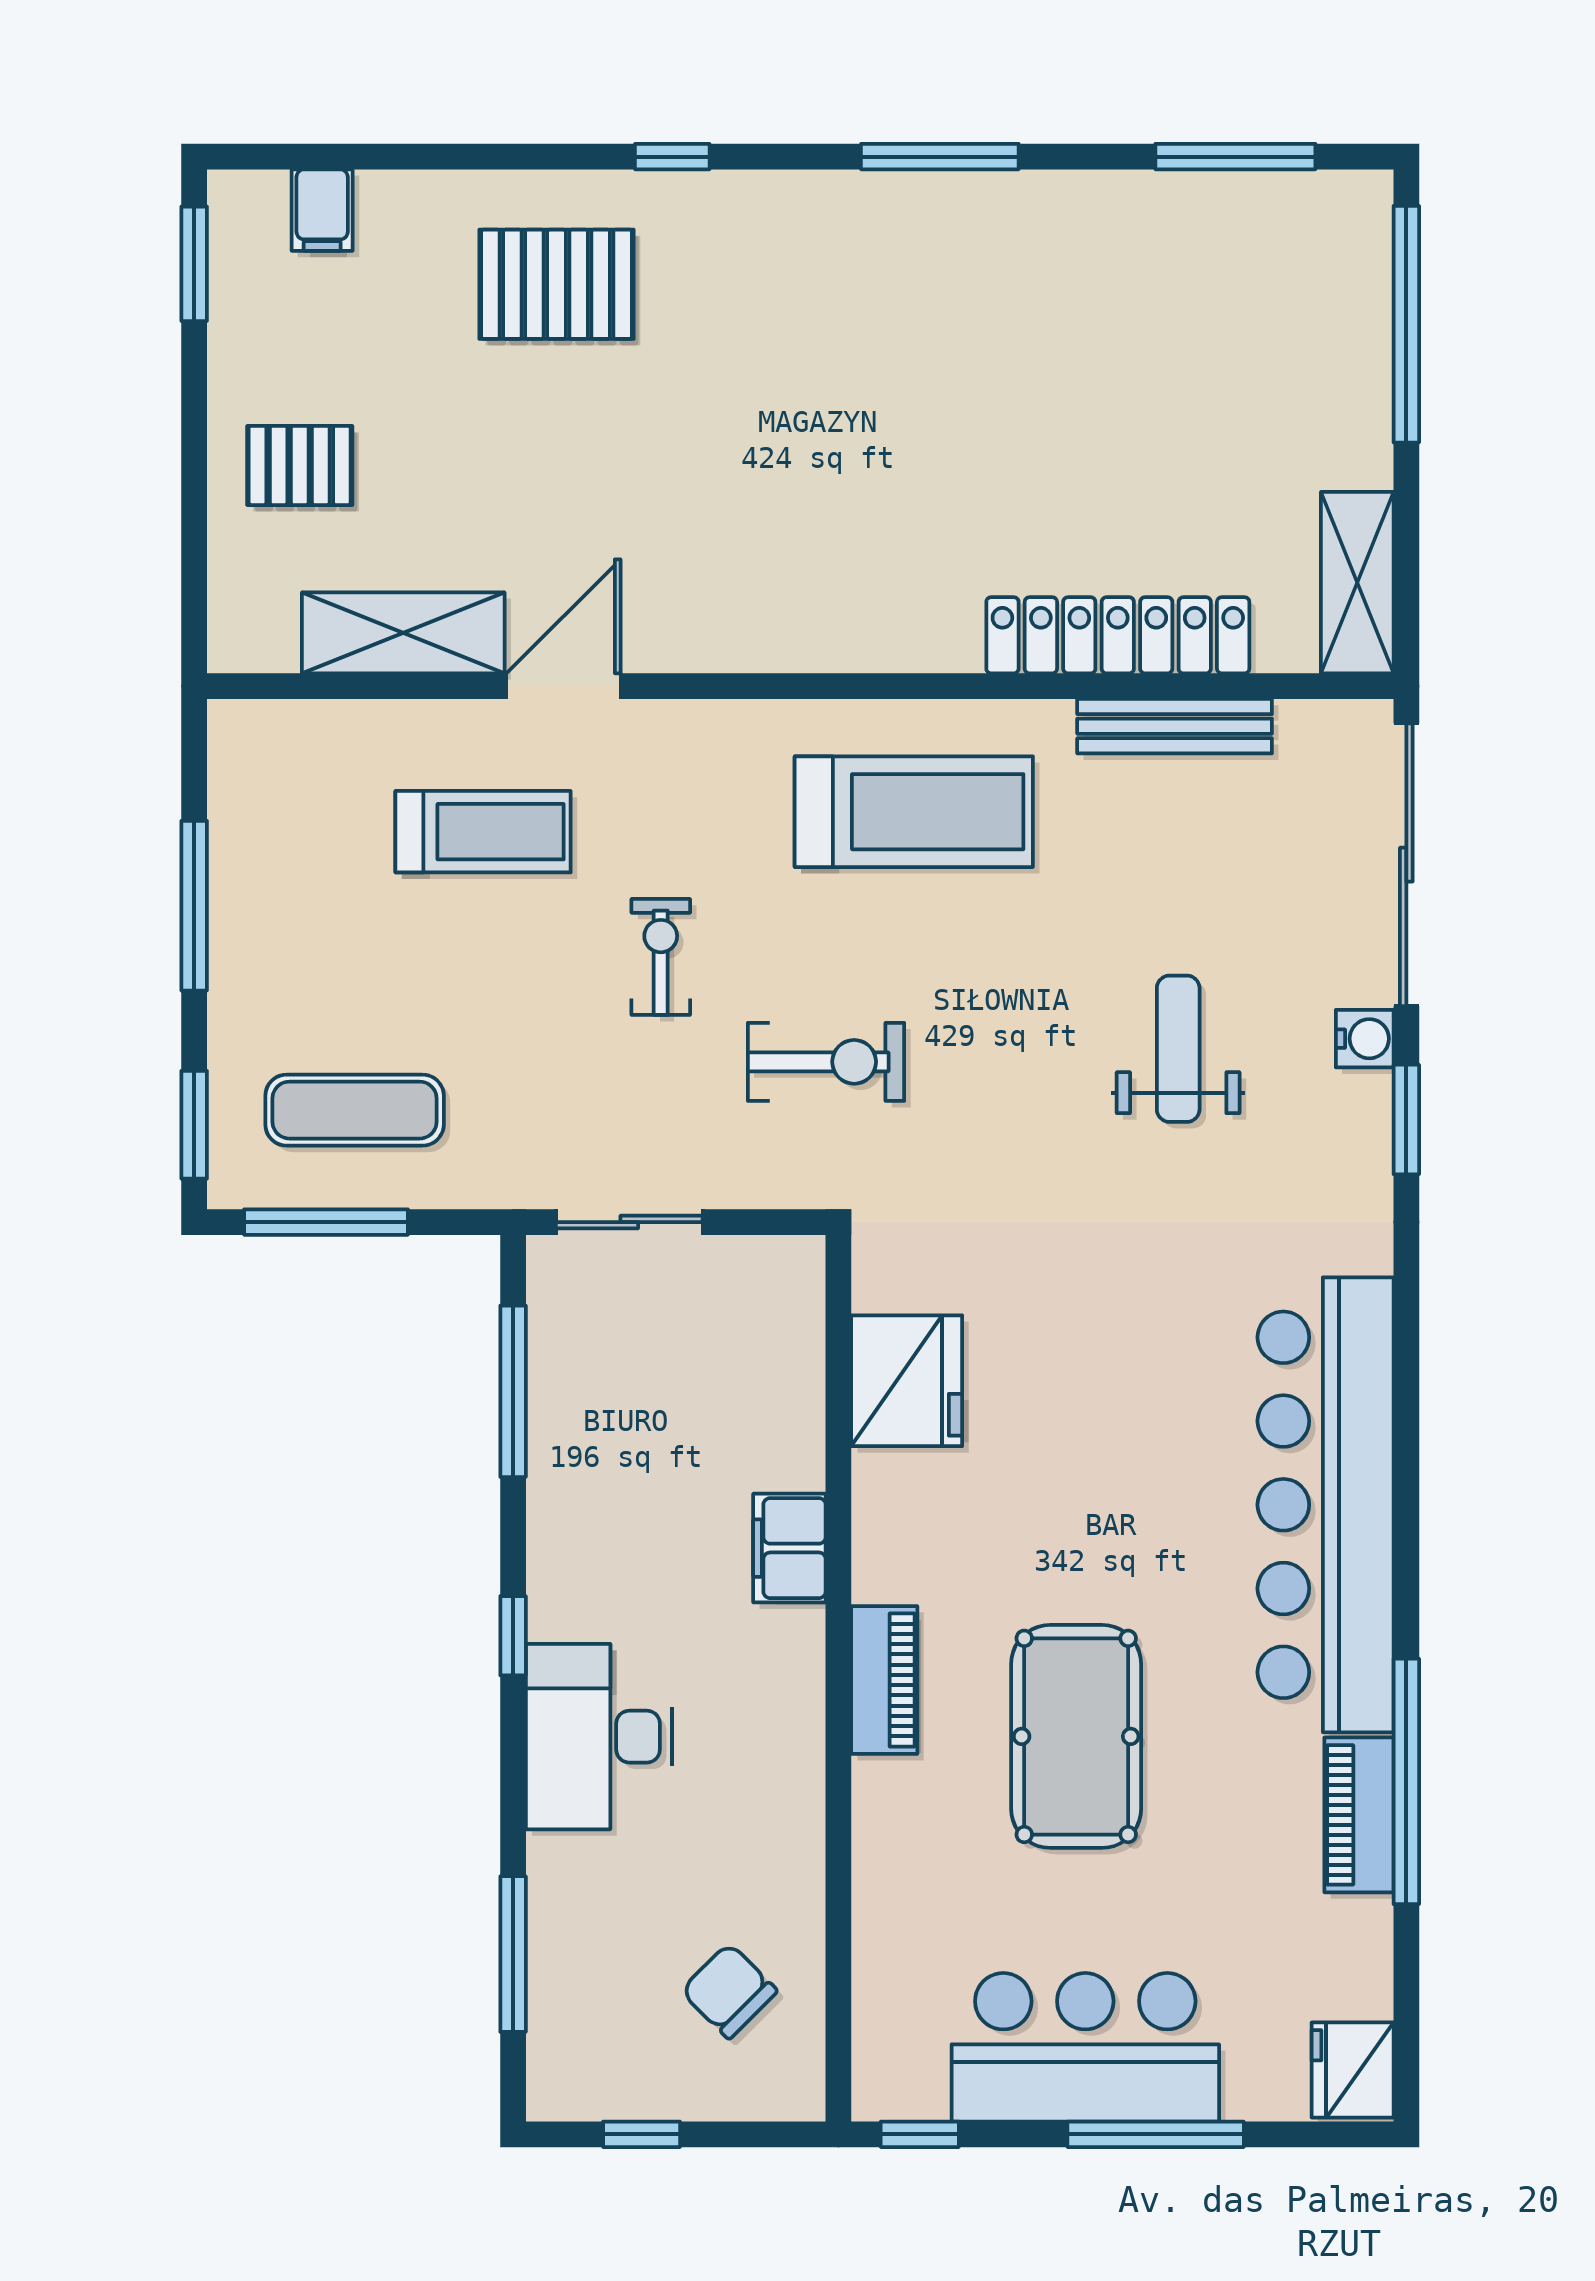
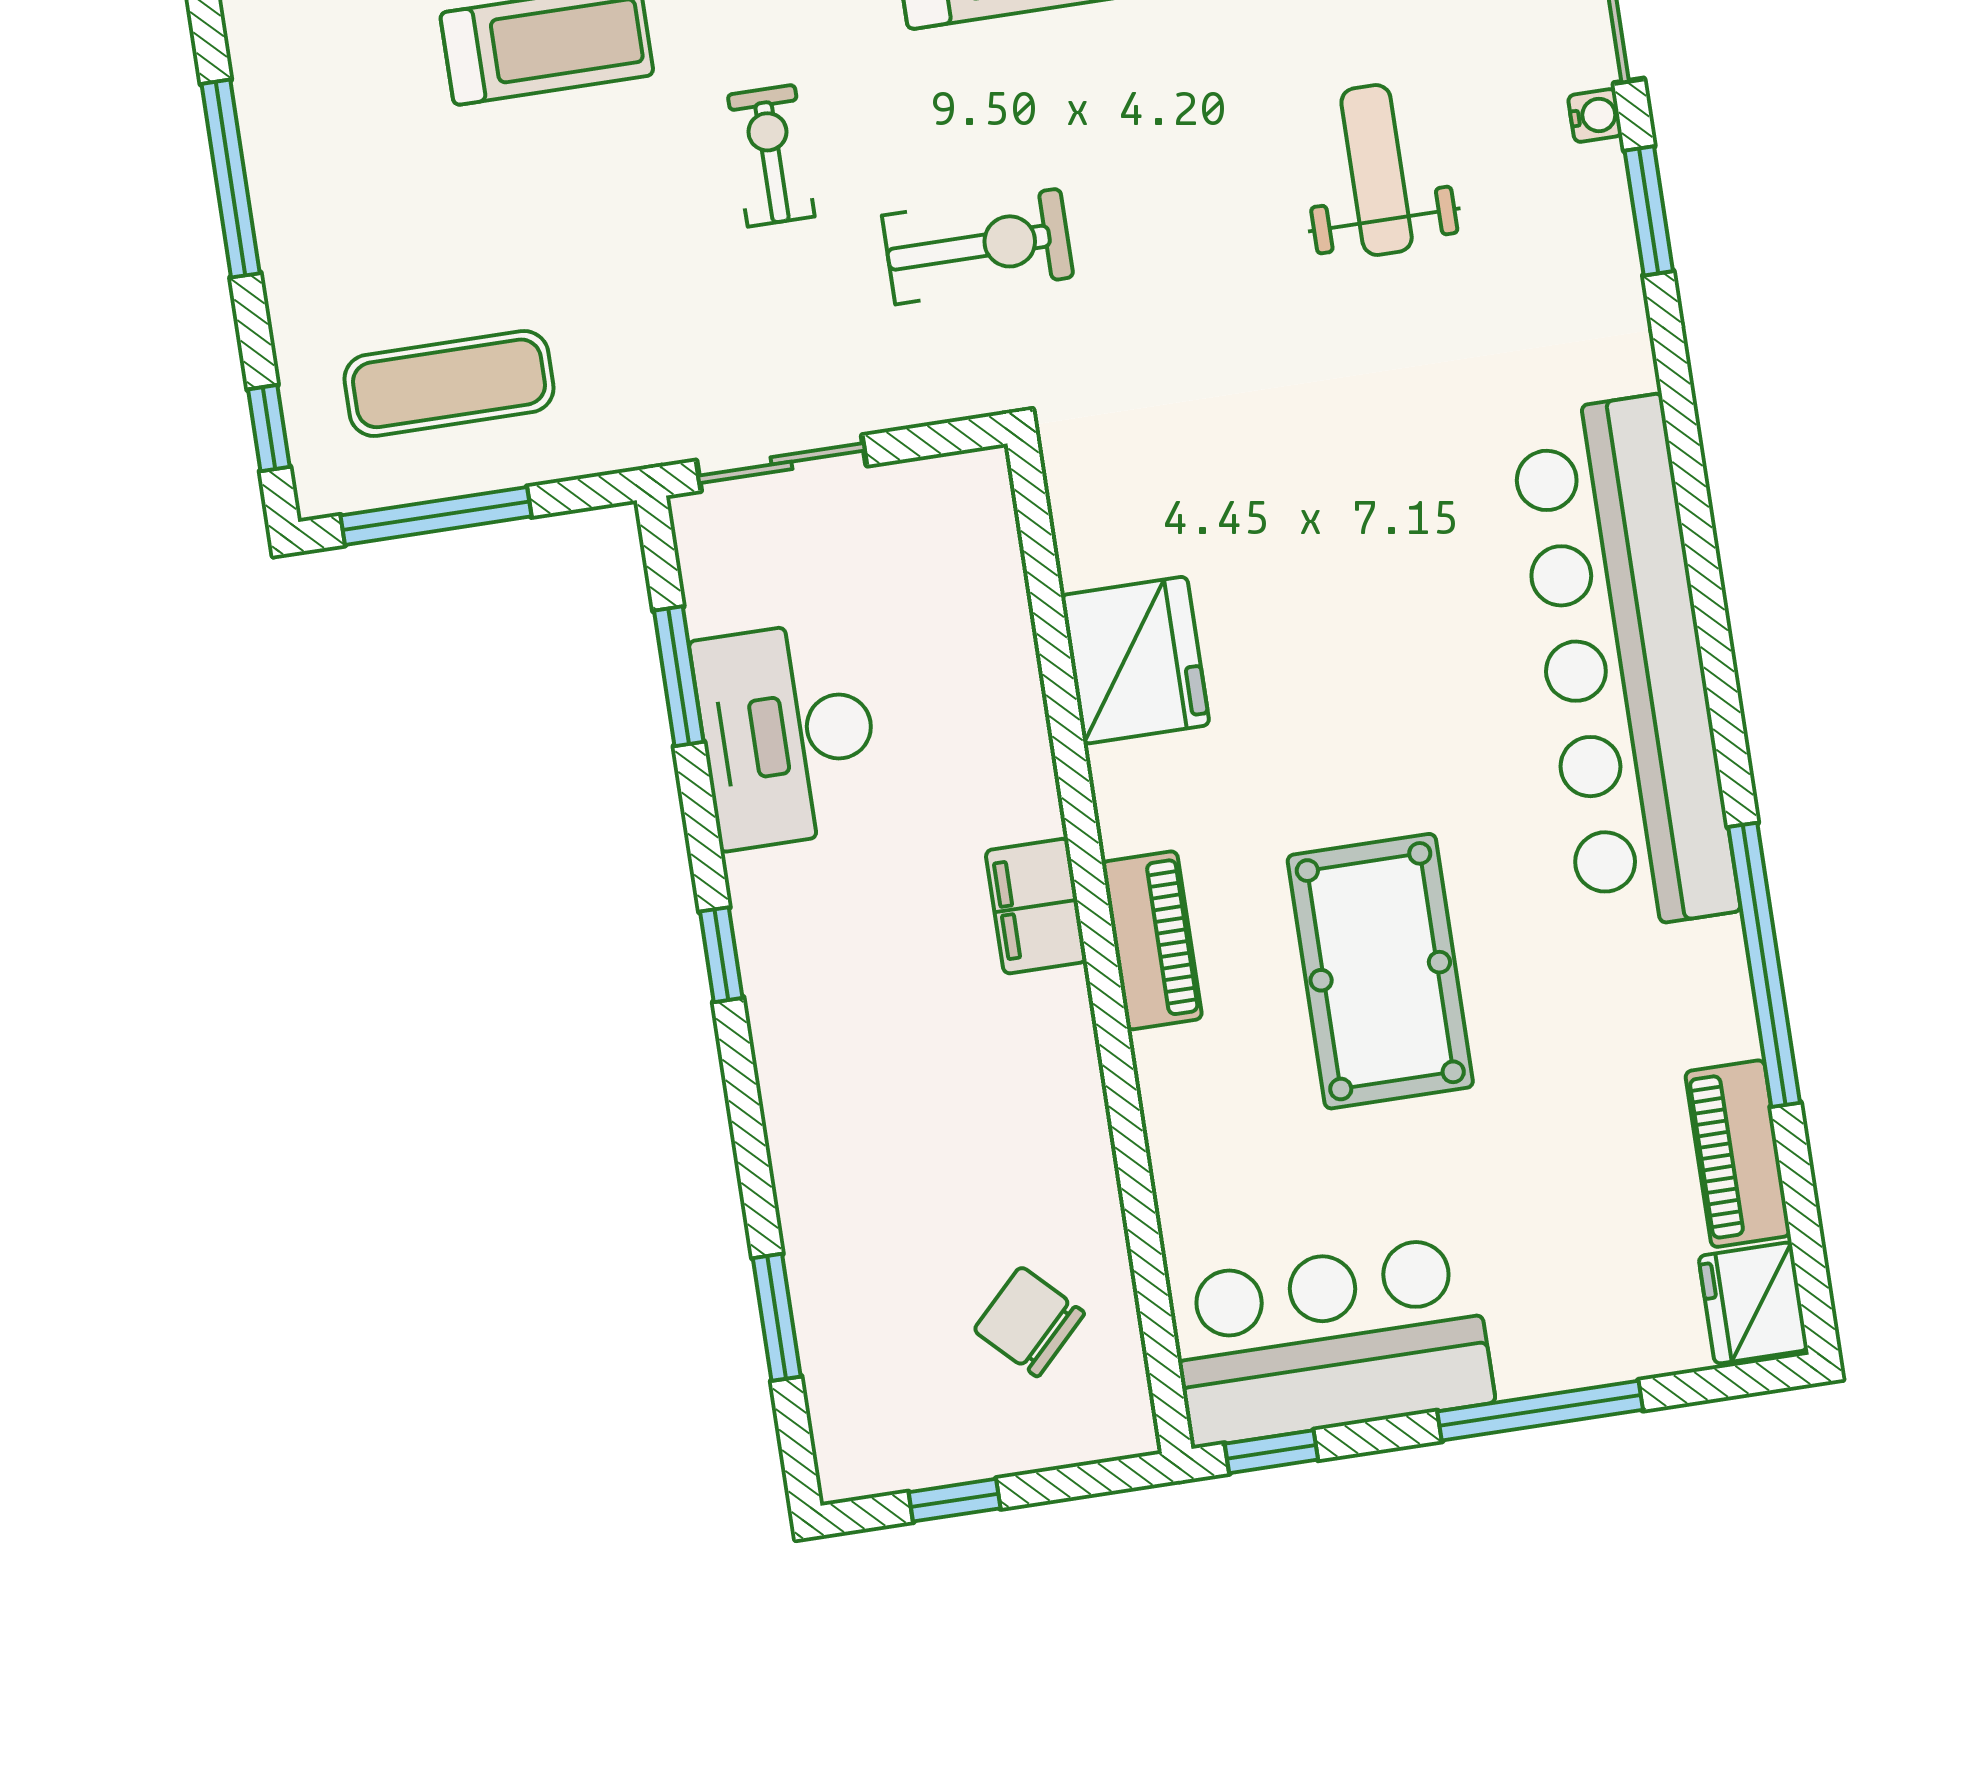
water cooler: (1365, 1039) -> (1595, 116), width x0.72, depth x0.72
window: (194, 1125) -> (269, 428), width x0.67
fridge: (907, 1381) -> (1135, 660), moved
window: (513, 1391) -> (679, 676), width x0.69
filing cabinet: (789, 1548) -> (1036, 906), moved
desk: (599, 1737) -> (787, 734), moved
piano: (1359, 1815) -> (1738, 1154), moved
window: (513, 1954) -> (777, 1317), width x0.69
bar counter: (1085, 2047) -> (1331, 1341), moved

